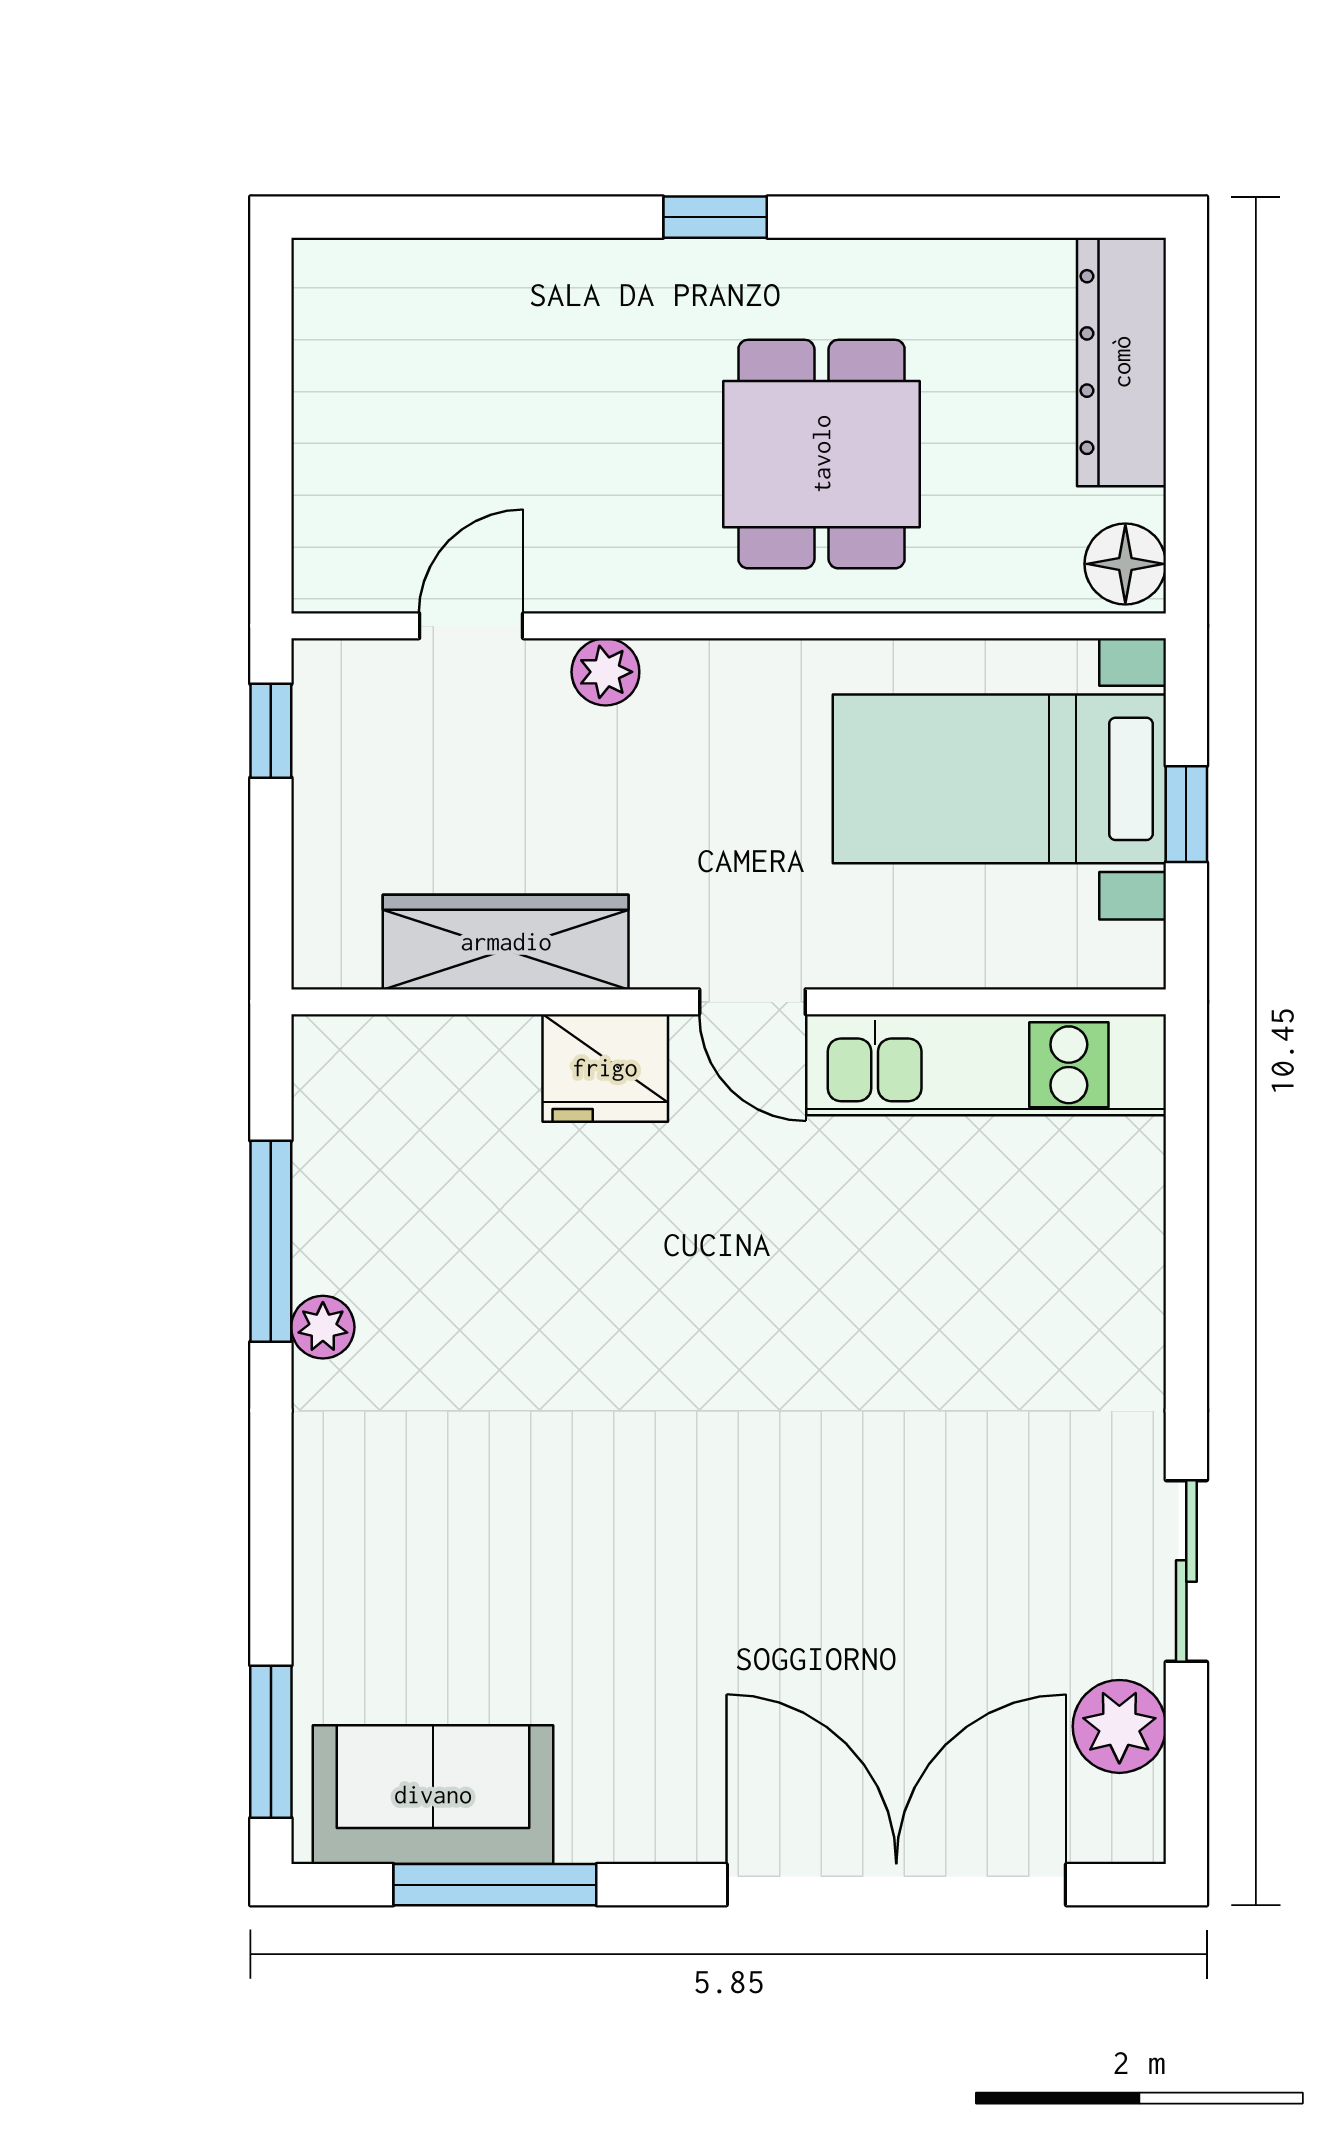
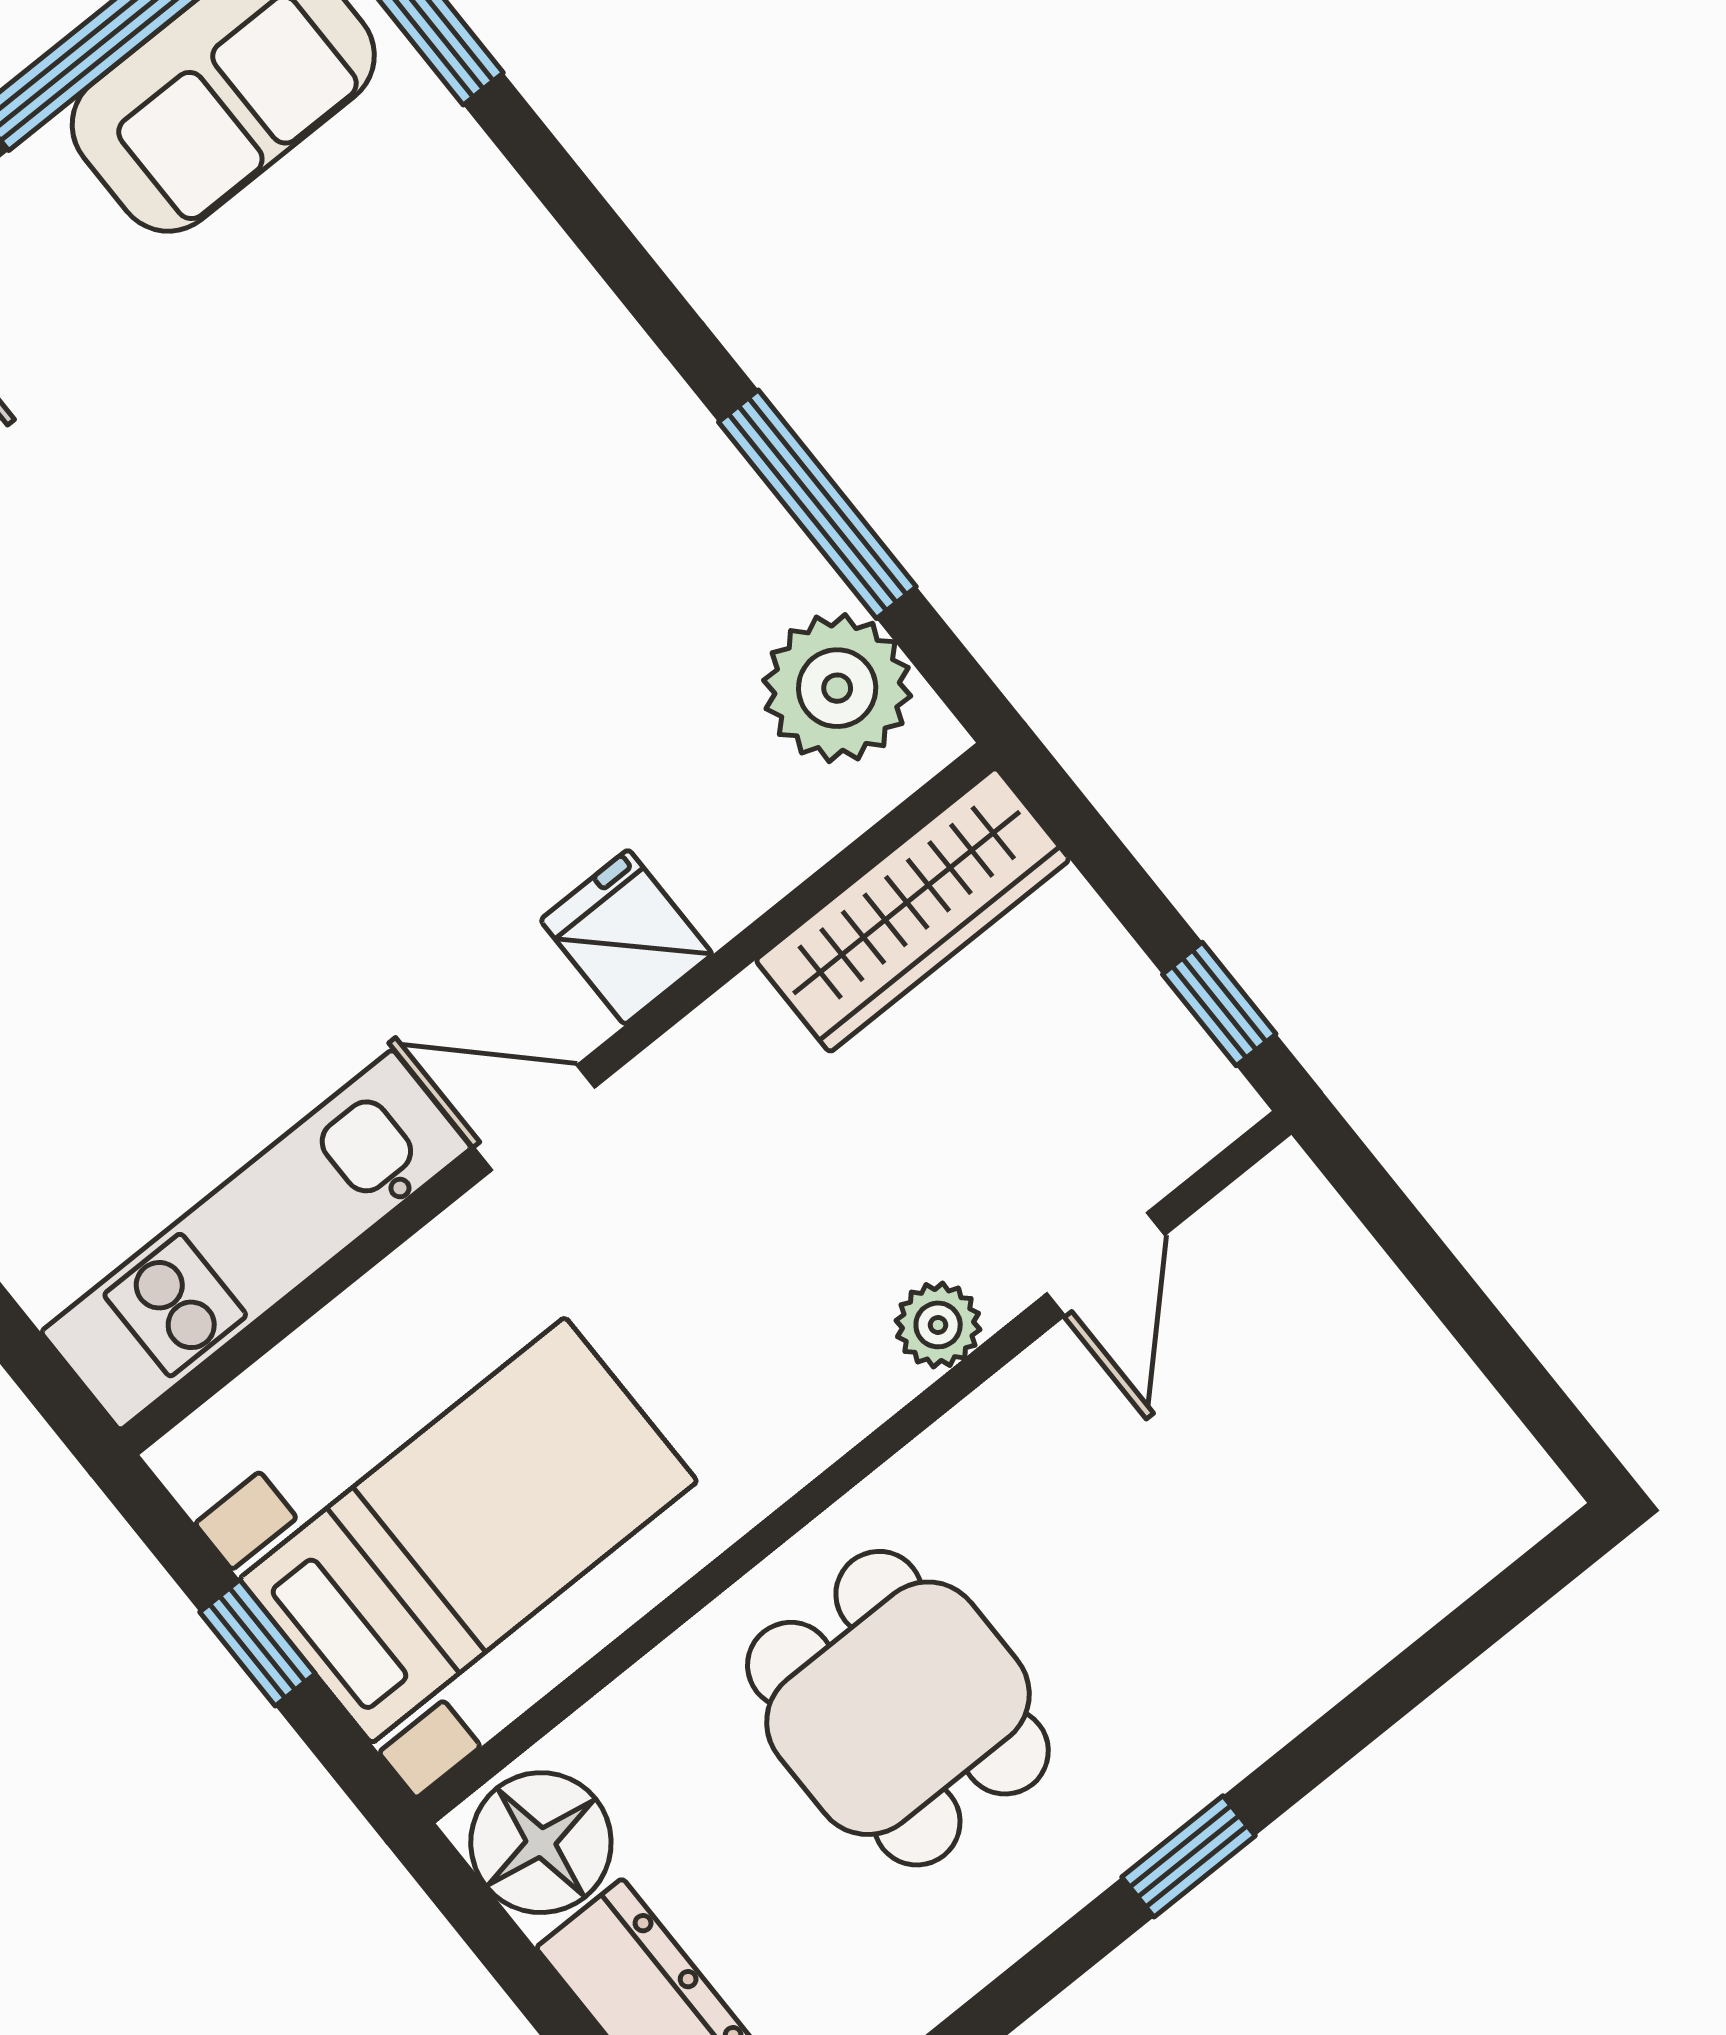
floor lamp: (1125, 564) -> (541, 1843), width x1.38, depth x1.38
wardrobe: (506, 942) -> (913, 910), moved
fridge: (605, 1068) -> (626, 937), width x0.72
plant: (323, 1327) -> (837, 688), moved, width x1.88, depth x1.88

